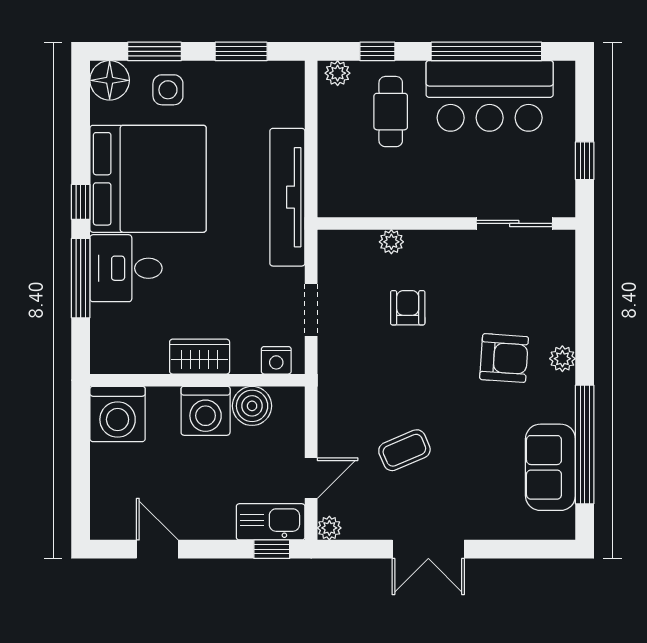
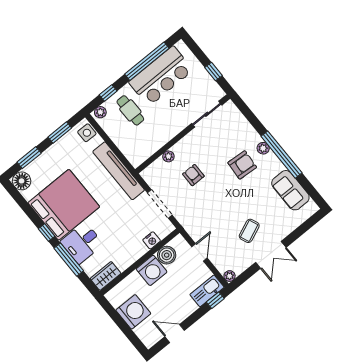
side table: (168, 90) -> (87, 133), moved
doorway: (311, 310) -> (160, 204), width x1.38
wardrobe: (200, 357) -> (106, 276), moved
nightstand: (276, 360) -> (152, 240), moved
washing machine: (118, 414) -> (133, 312), moved, turned -90
window: (585, 444) -> (281, 155), moved
coffee table: (404, 450) -> (249, 231), moved
door: (311, 478) -> (199, 252), moved

